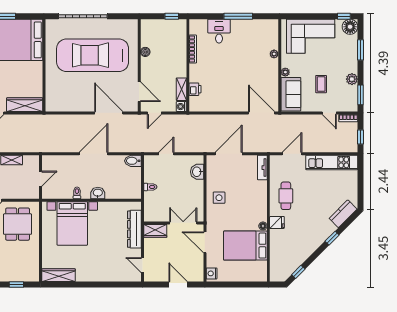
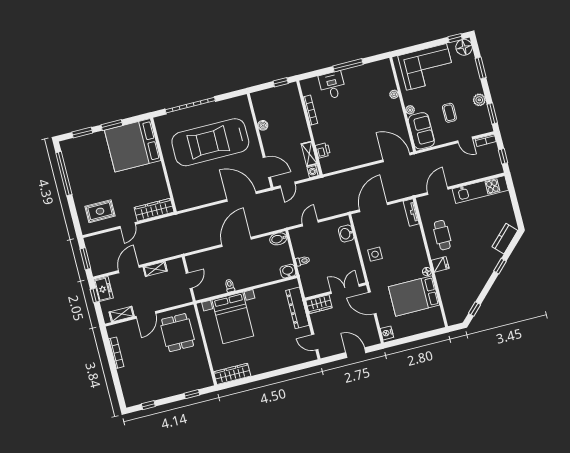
washbasin: (98, 193) -> (288, 271), moved

